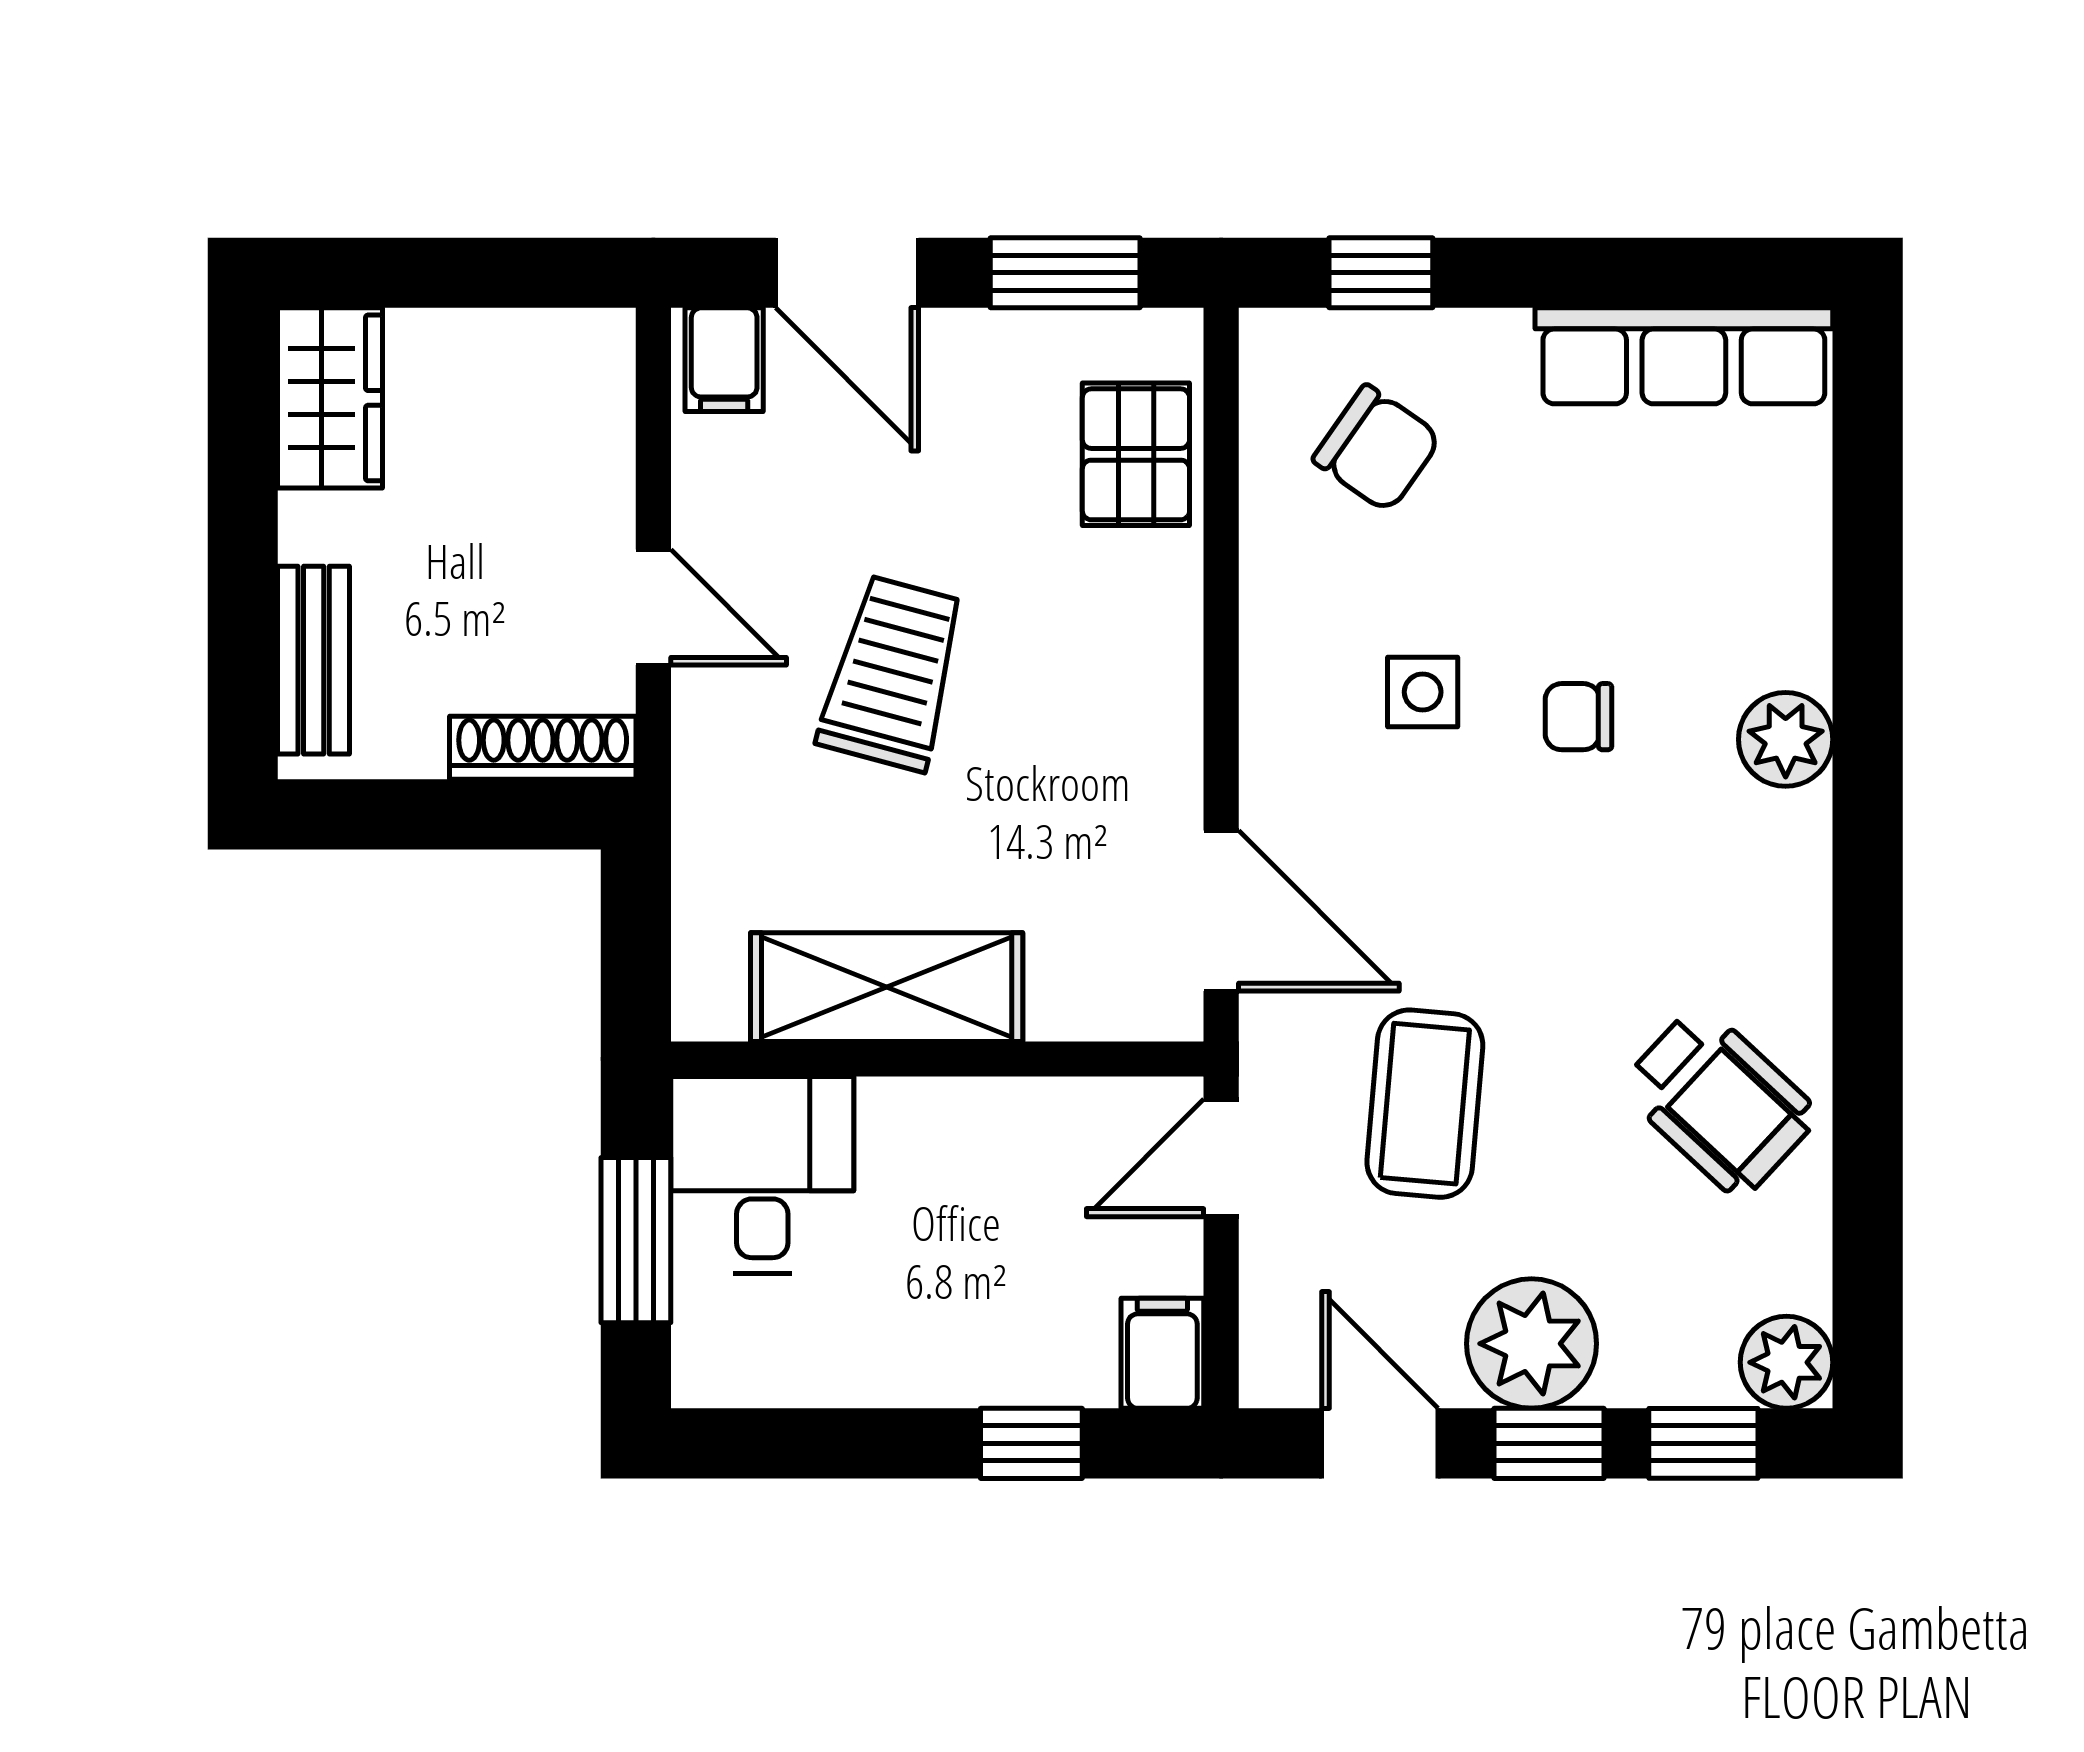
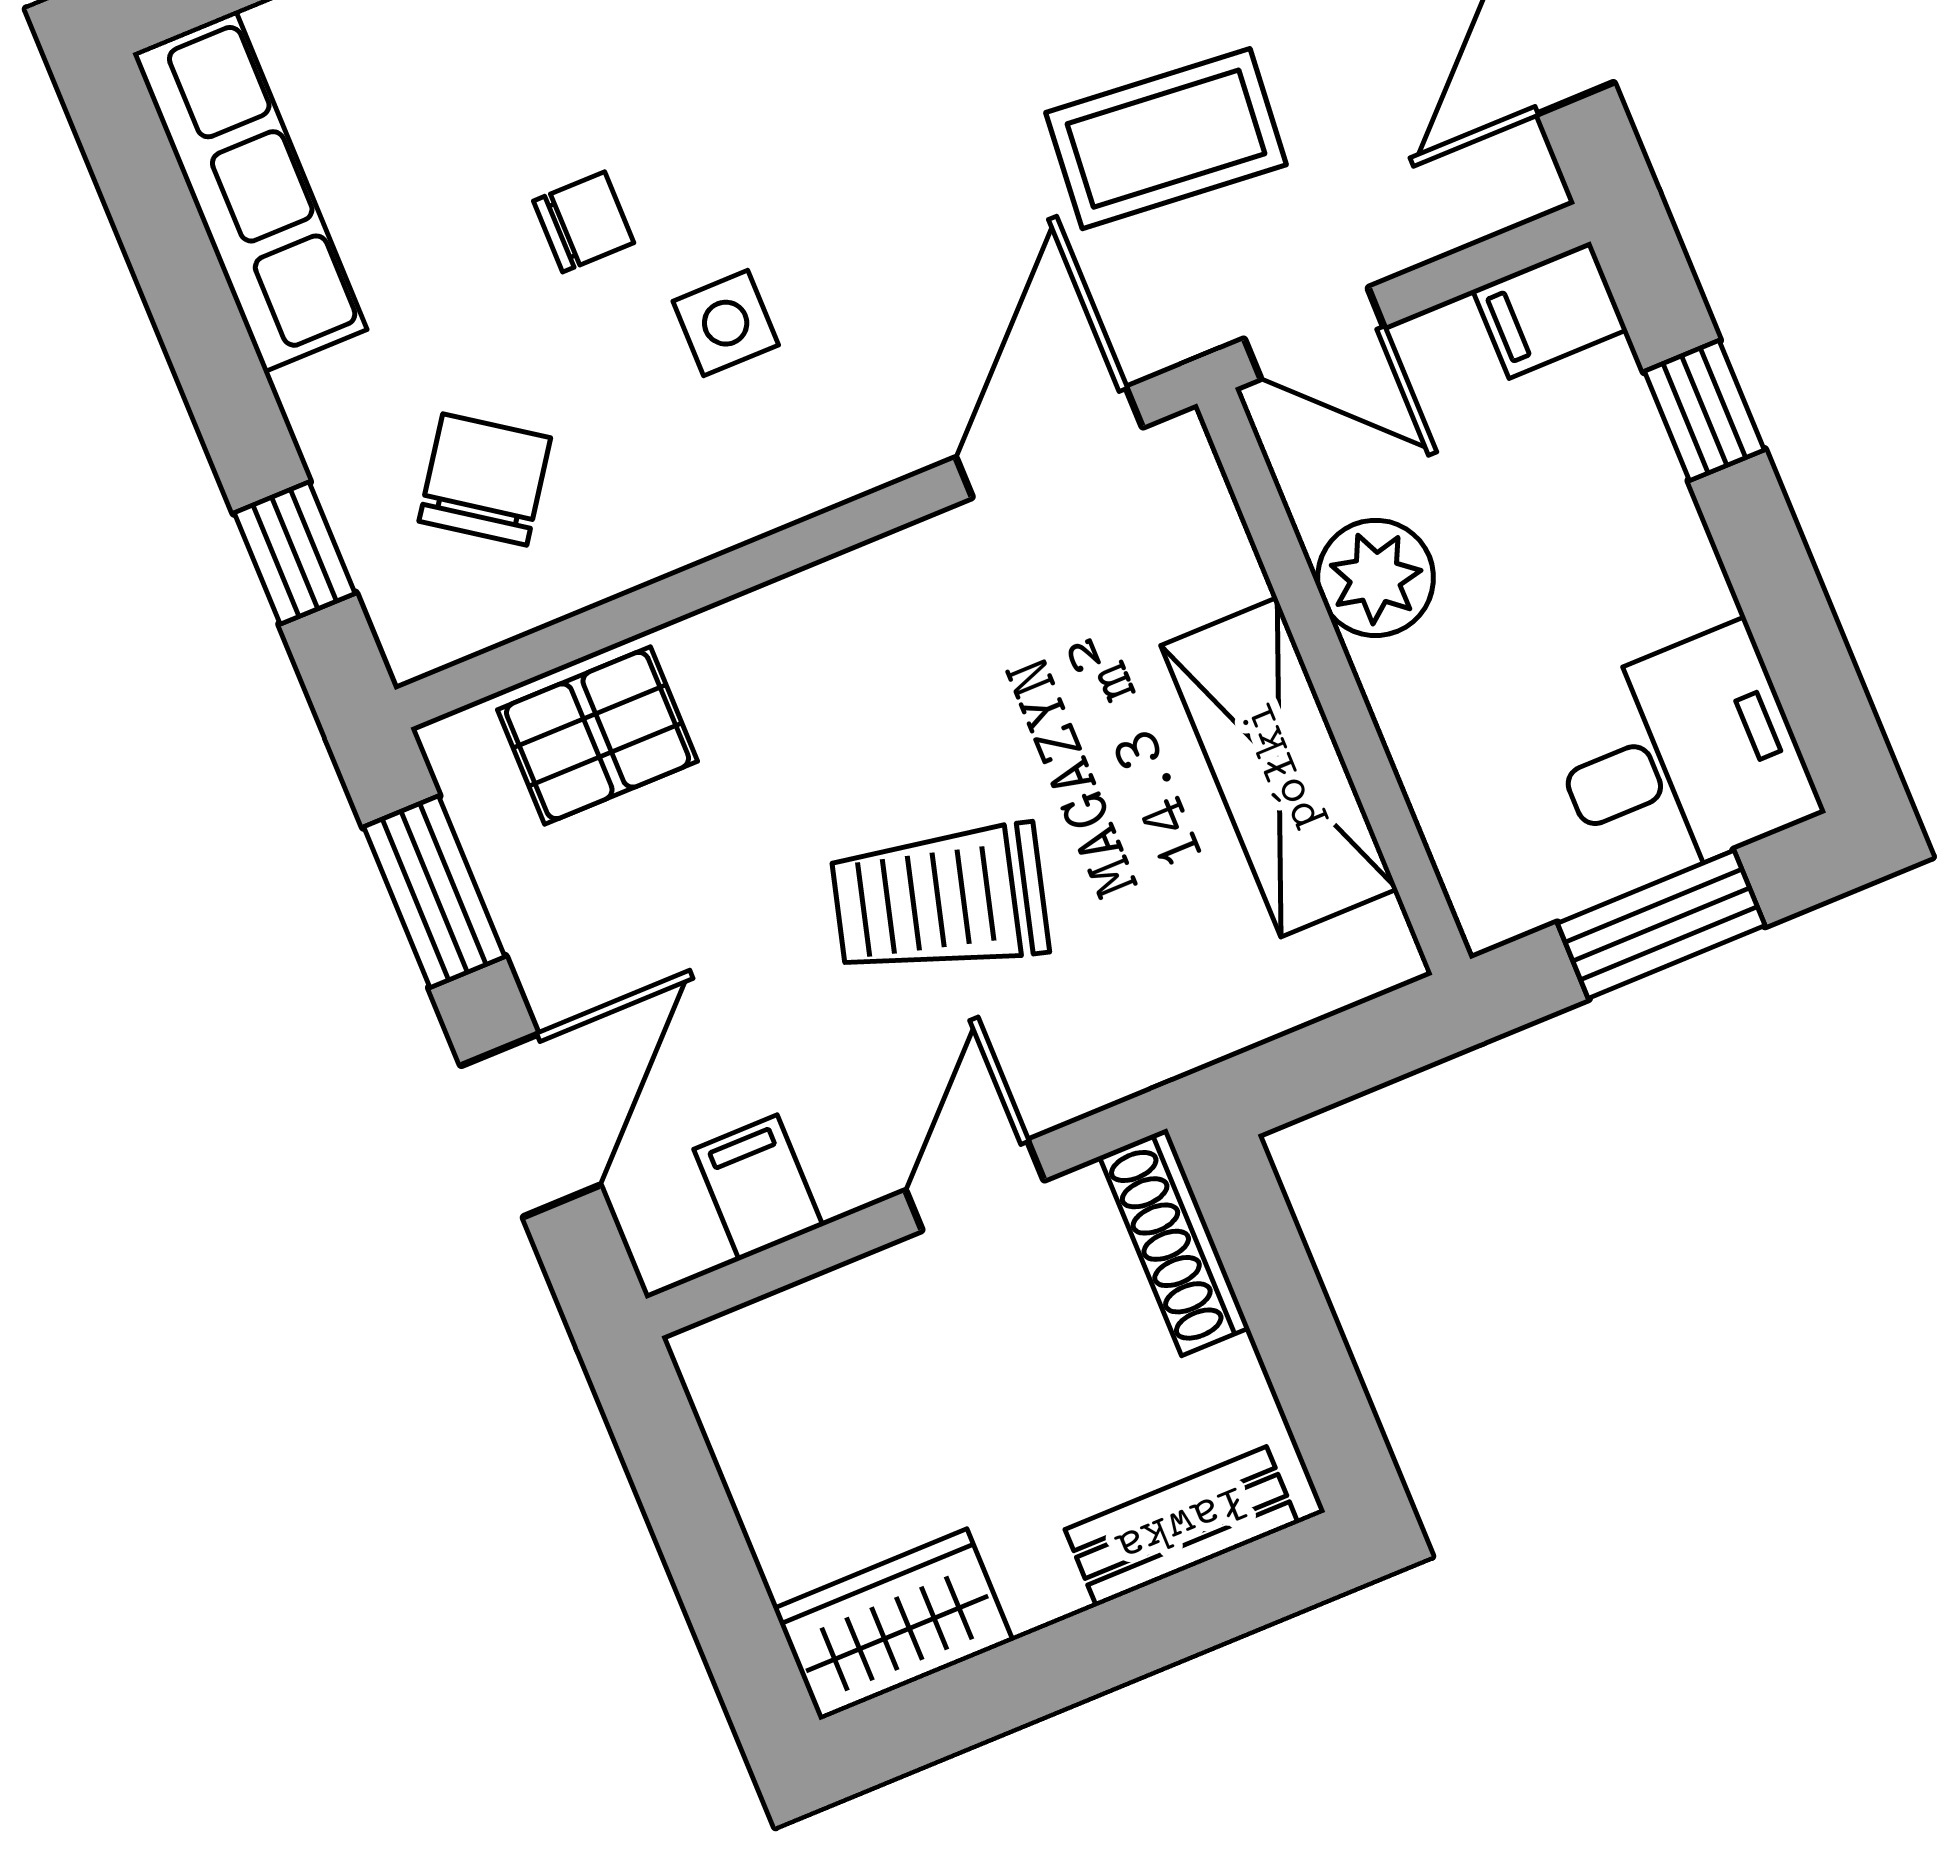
filing cabinet: (724, 360) -> (758, 1188), moved, turned -90
chair: (1578, 717) -> (584, 222), moved, turned -90
plant: (1006, 1126) -> (1376, 578), added
desk: (762, 1175) -> (1680, 758), moved, turned 180

